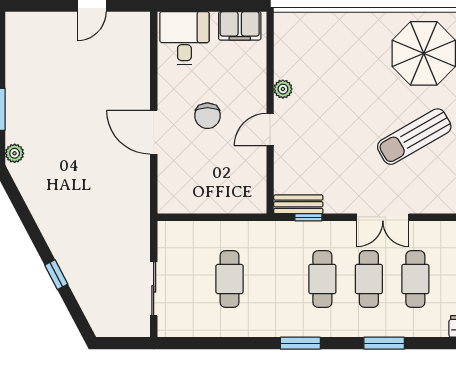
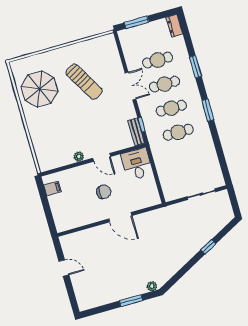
filing cabinet: (240, 26) -> (52, 188), width x0.50
desk: (184, 38) -> (137, 164), moved, turned 90
door: (154, 132) -> (120, 217), hinge flipped
cafe table: (230, 279) -> (178, 132), moved

